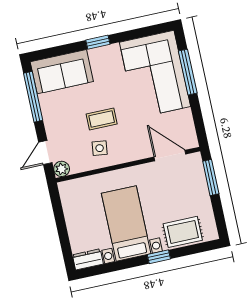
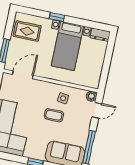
door: (170, 156) -> (23, 75), swing flipped
rug: (183, 232) -> (27, 31), moved

